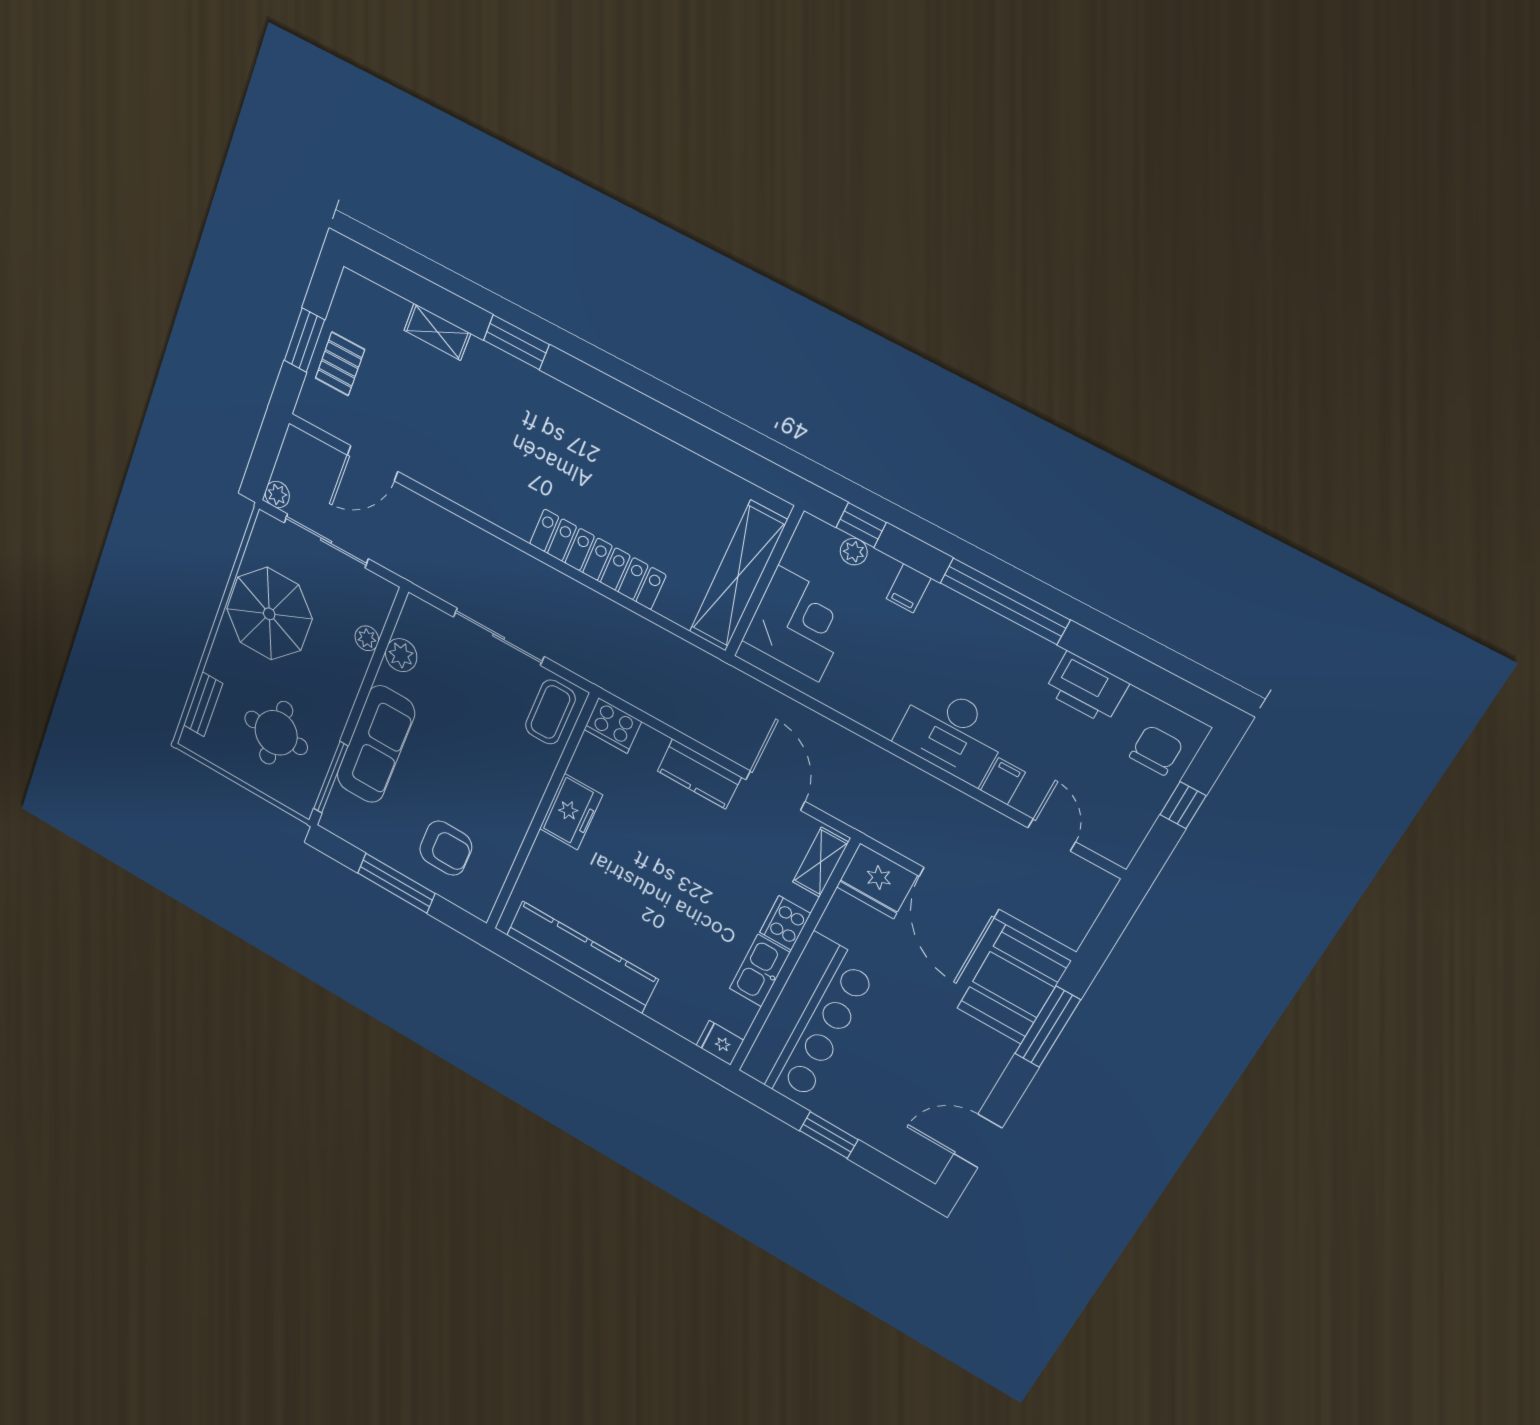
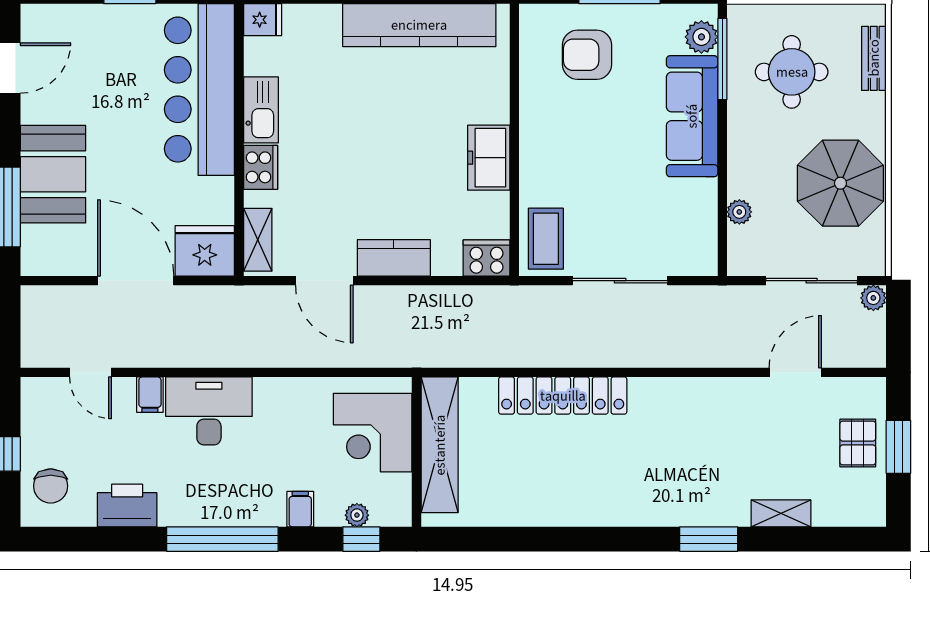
plant: (401, 655) -> (701, 37), moved
booth: (1014, 985) -> (53, 174), moved

